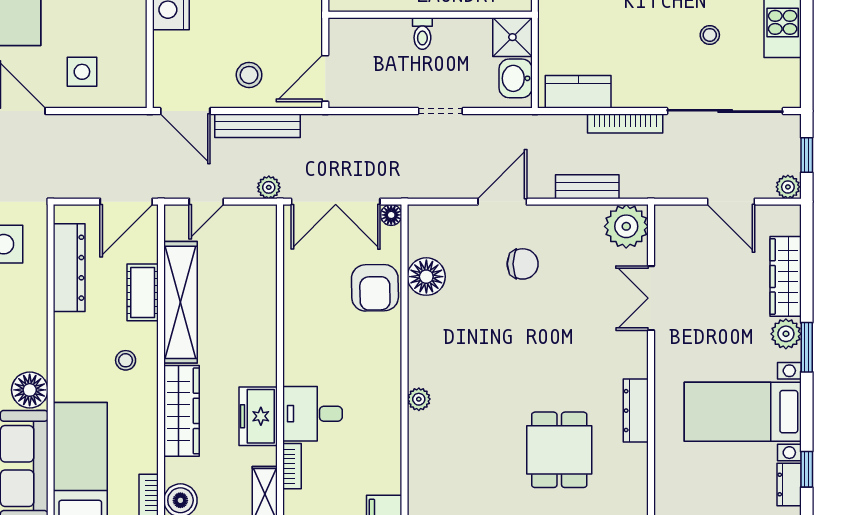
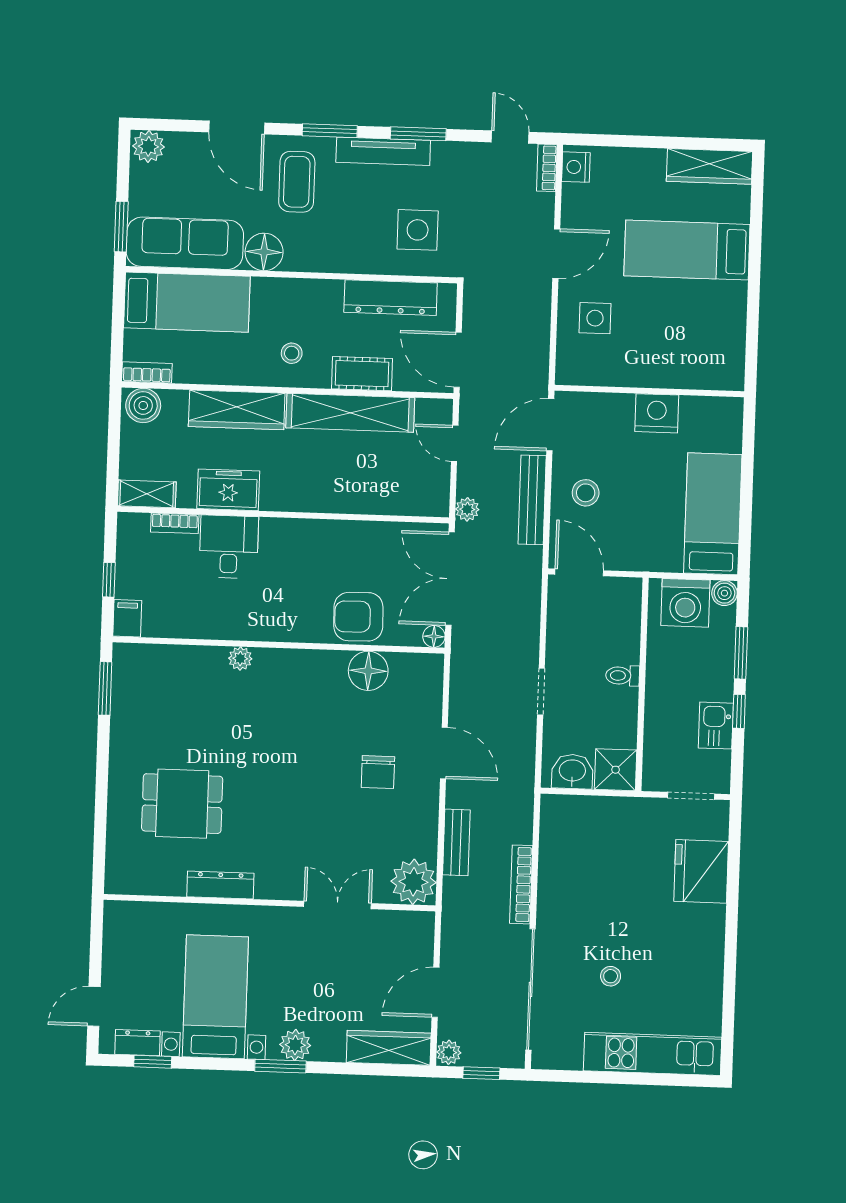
kitchen counter: (578, 92) -> (556, 836), removed
wardrobe: (786, 276) -> (389, 1048), moved

